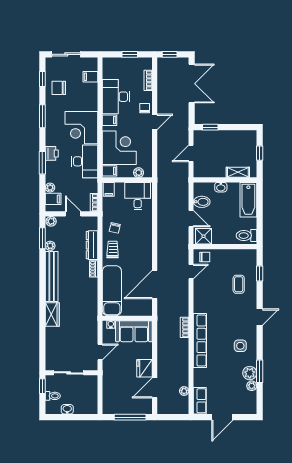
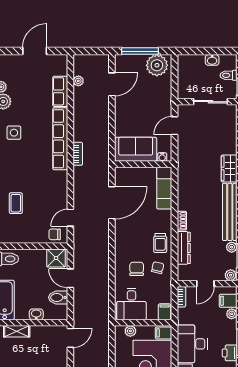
door: (191, 153) -> (70, 338), moved
door: (73, 214) -> (205, 284), hinge flipped
chair: (133, 227) -> (137, 269), added
exam couch: (112, 291) -> (164, 188), width x0.73, depth x0.69
fridge: (145, 368) -> (124, 107), removed
row of seats: (200, 401) -> (60, 91), moved
plant: (115, 405) -> (157, 65), added

